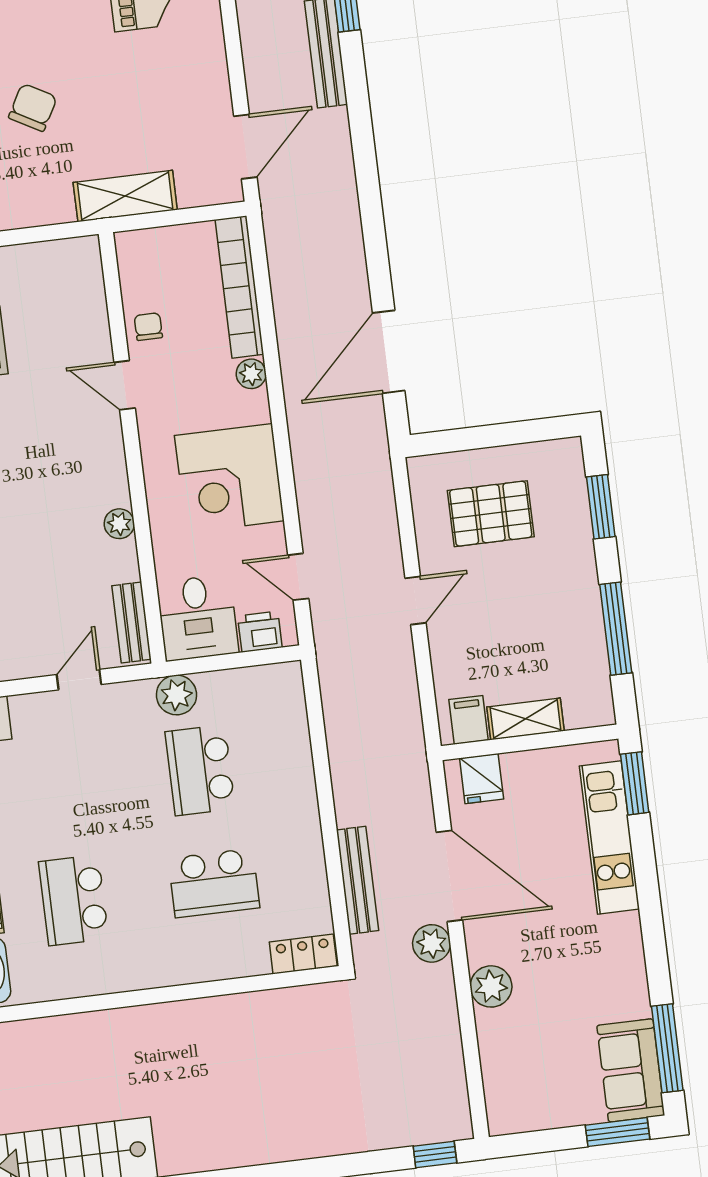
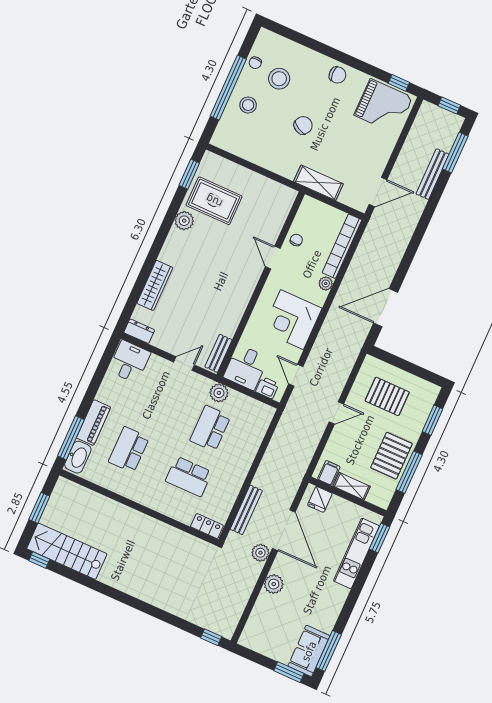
plant: (119, 524) -> (237, 311), removed
pallet: (565, 618) -> (391, 456), added

